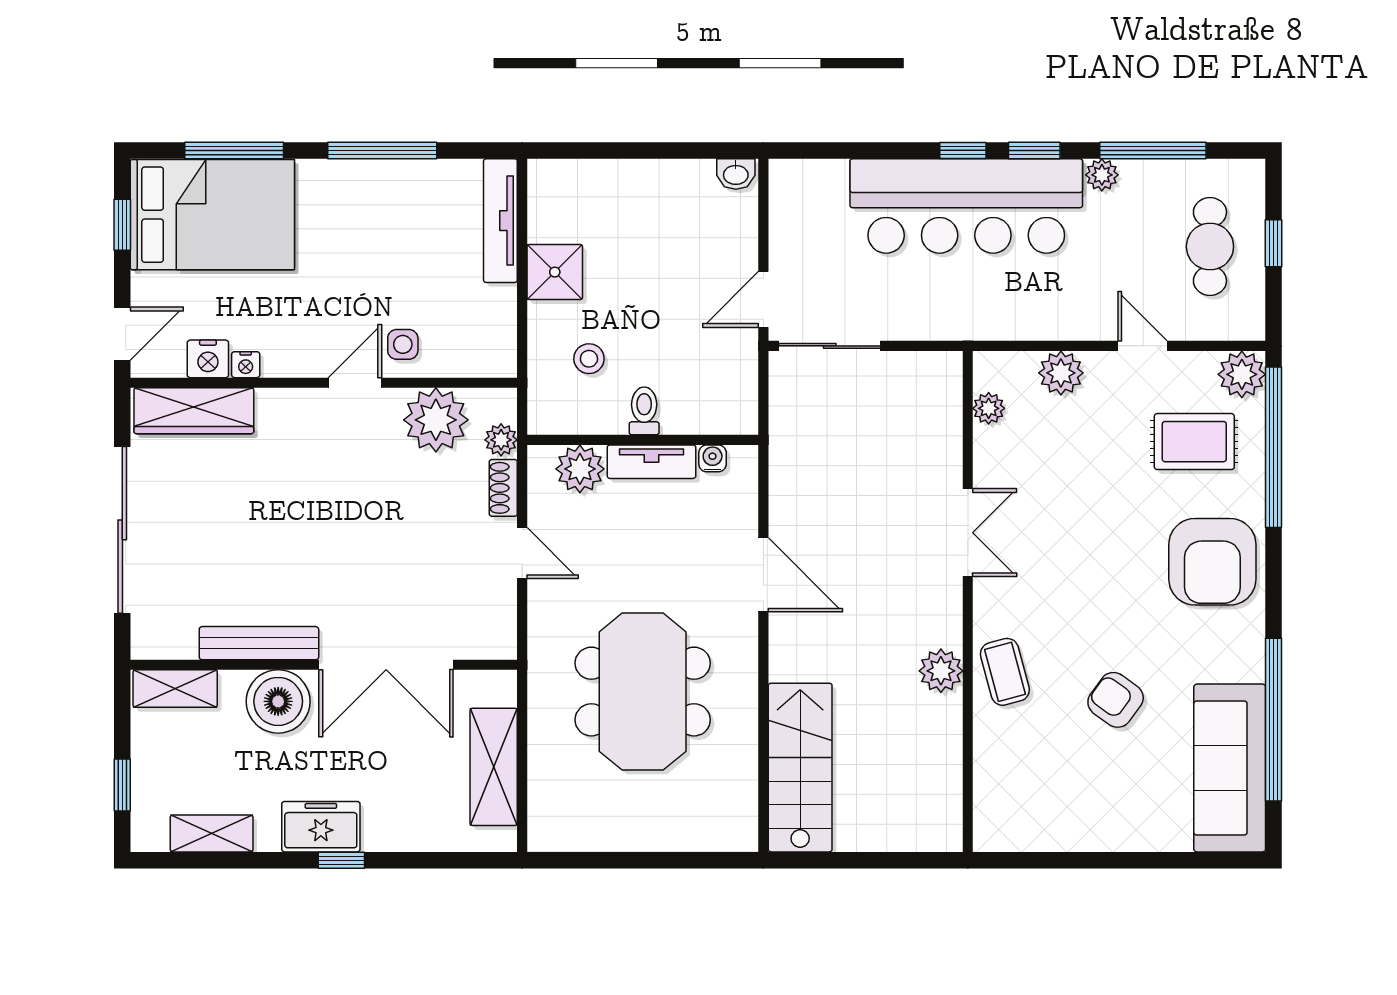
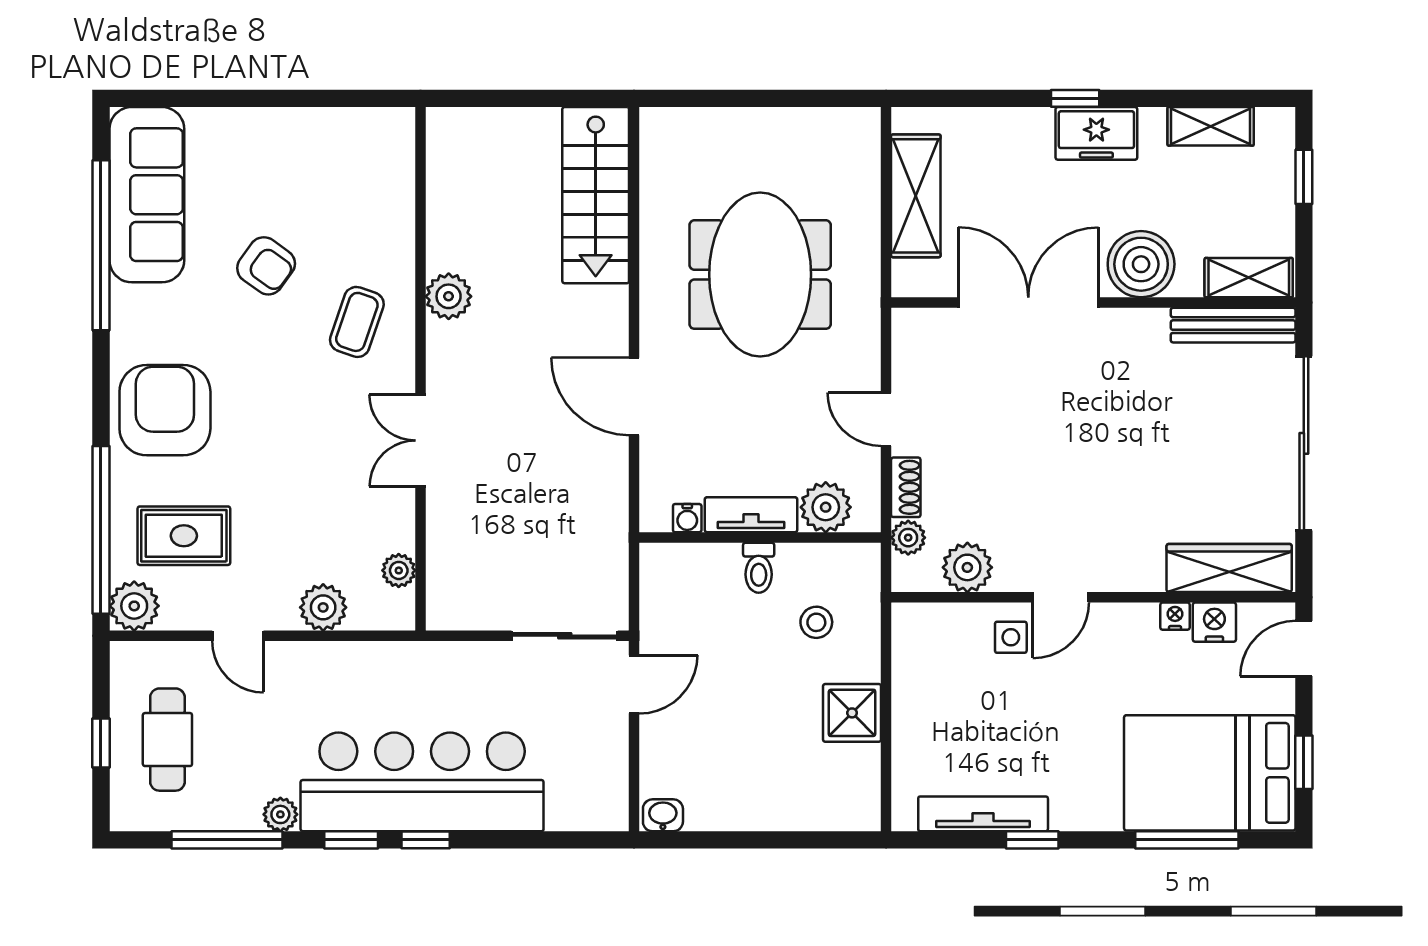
window: (382, 150) -> (1032, 840), width x0.46
tv unit: (500, 221) -> (983, 814), moved, turned -90
plant: (436, 420) -> (967, 567), width x0.73, depth x0.73
bench: (259, 643) -> (1233, 325), moved
coffee table: (1005, 672) -> (357, 322), moved, turned 34

